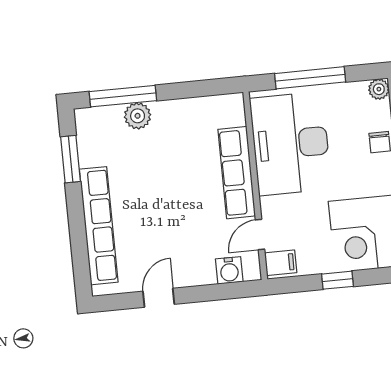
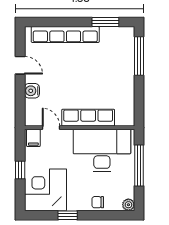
plant: (138, 116) -> (127, 63), removed
water cooler: (229, 270) -> (32, 91), moved

